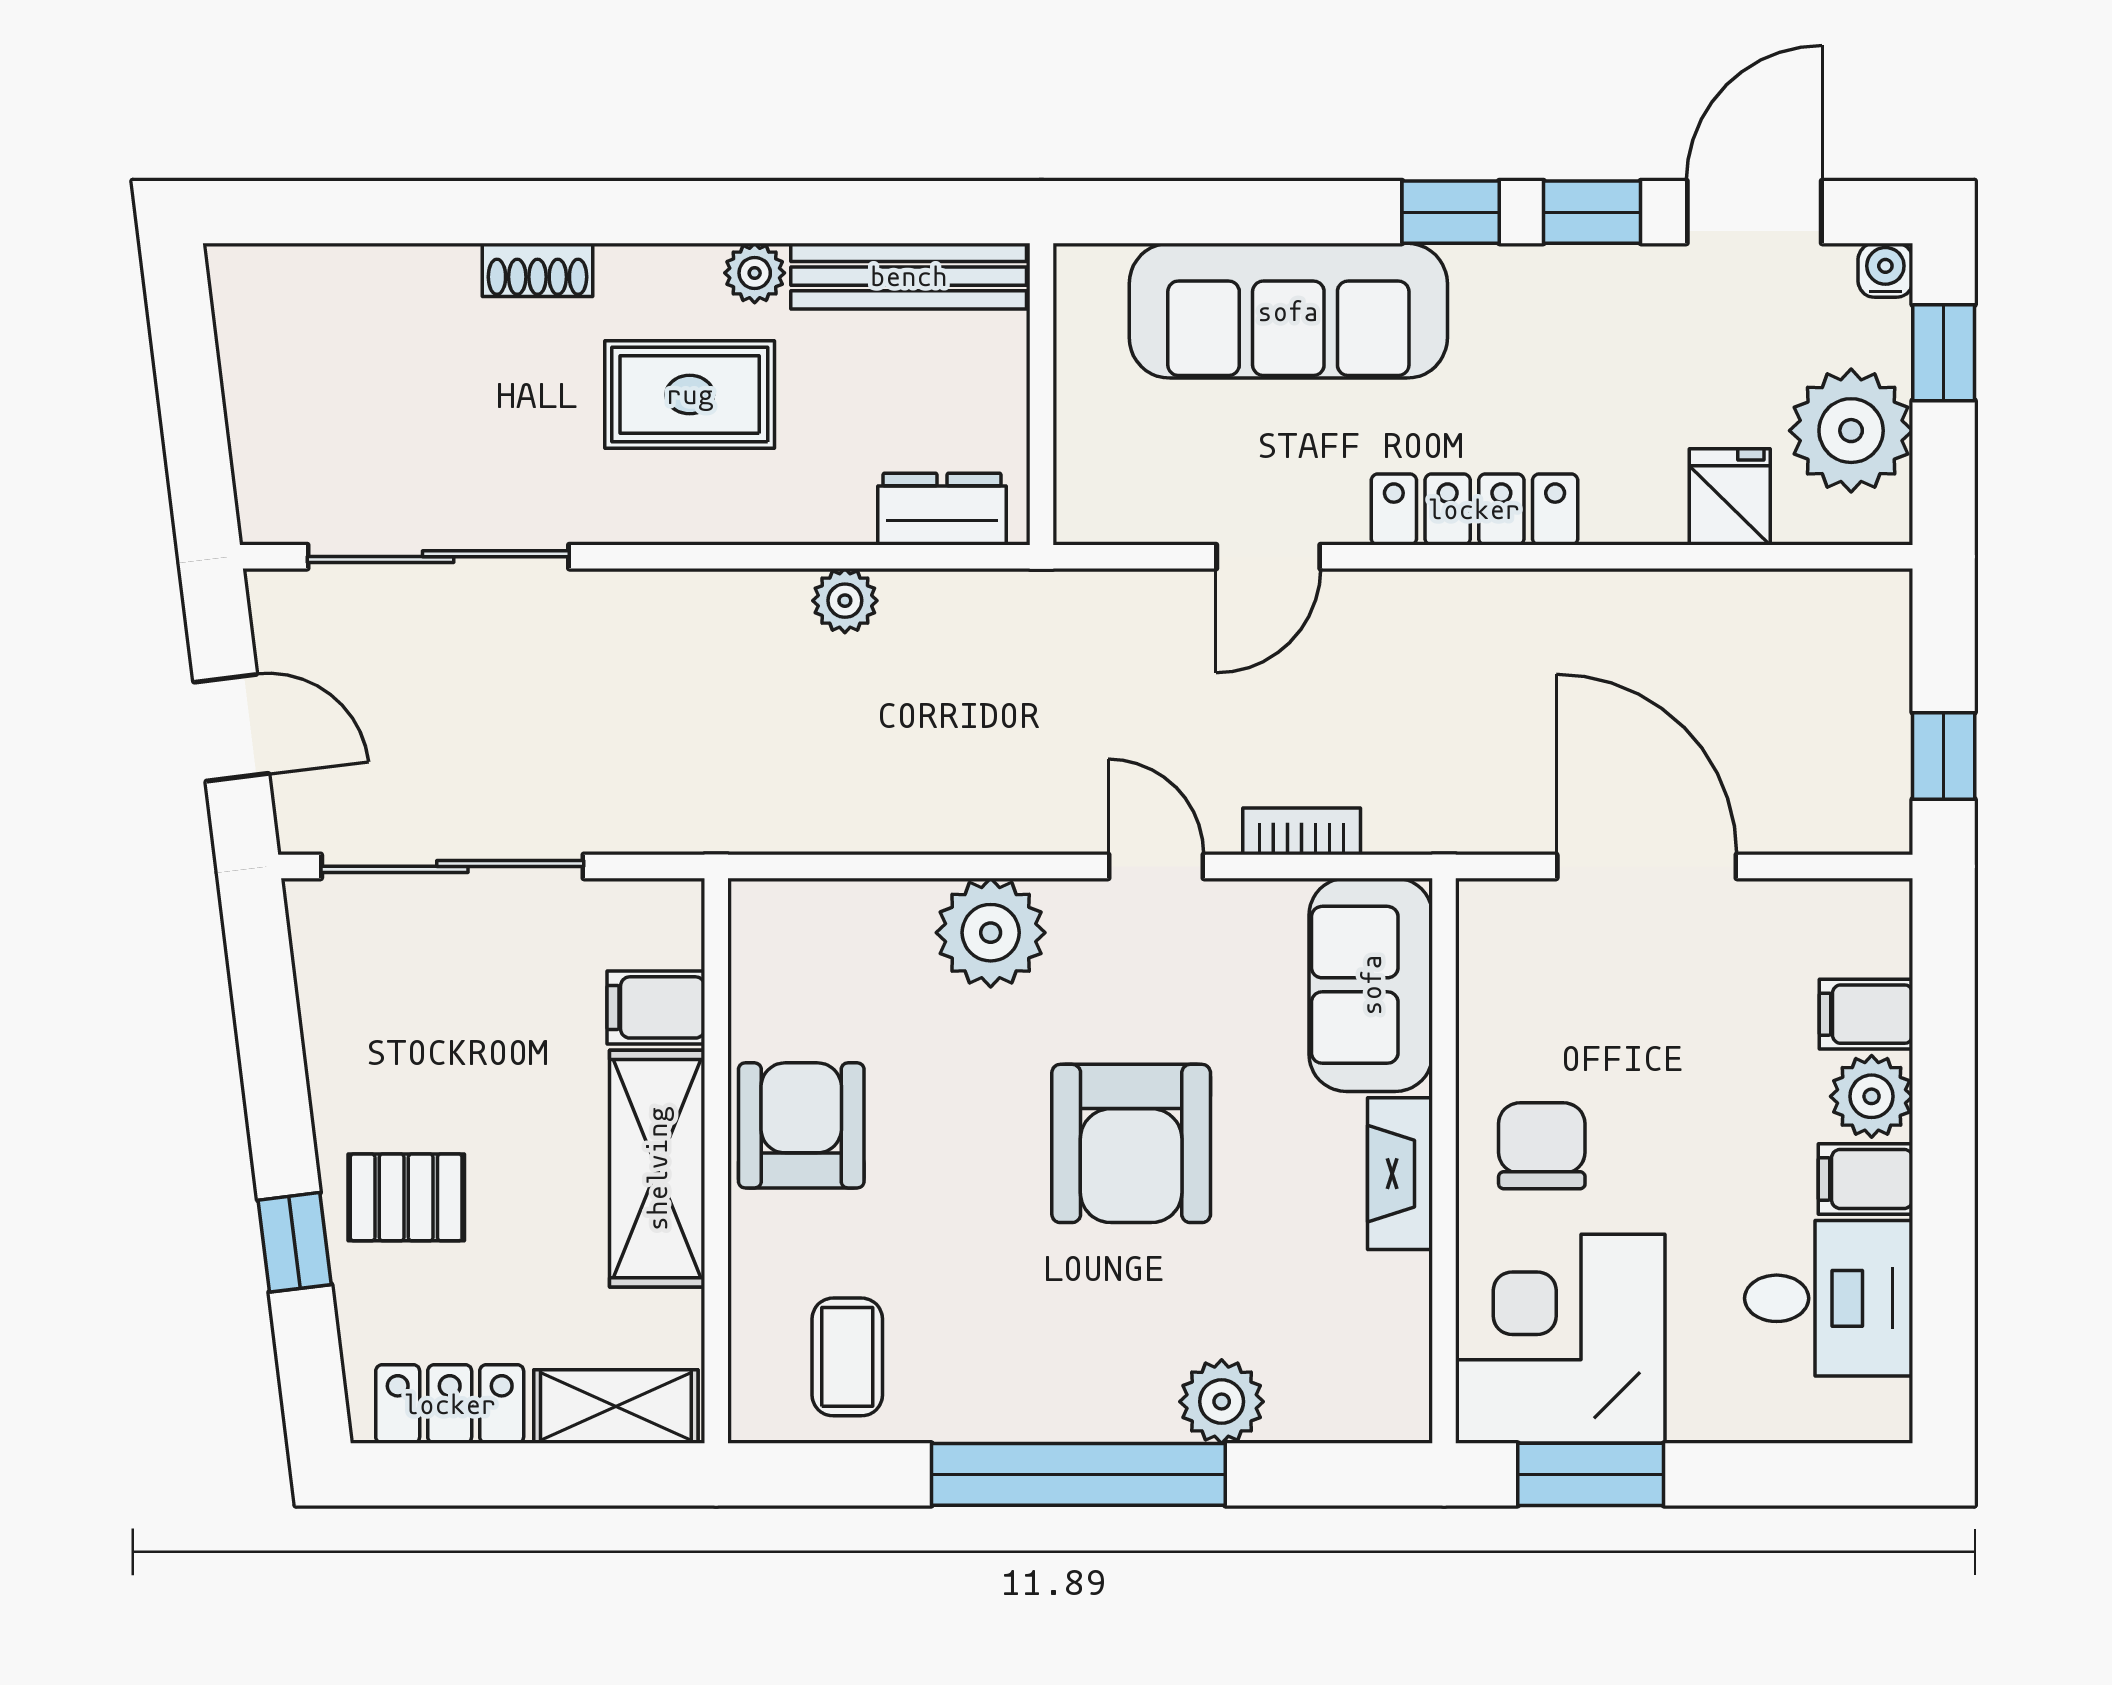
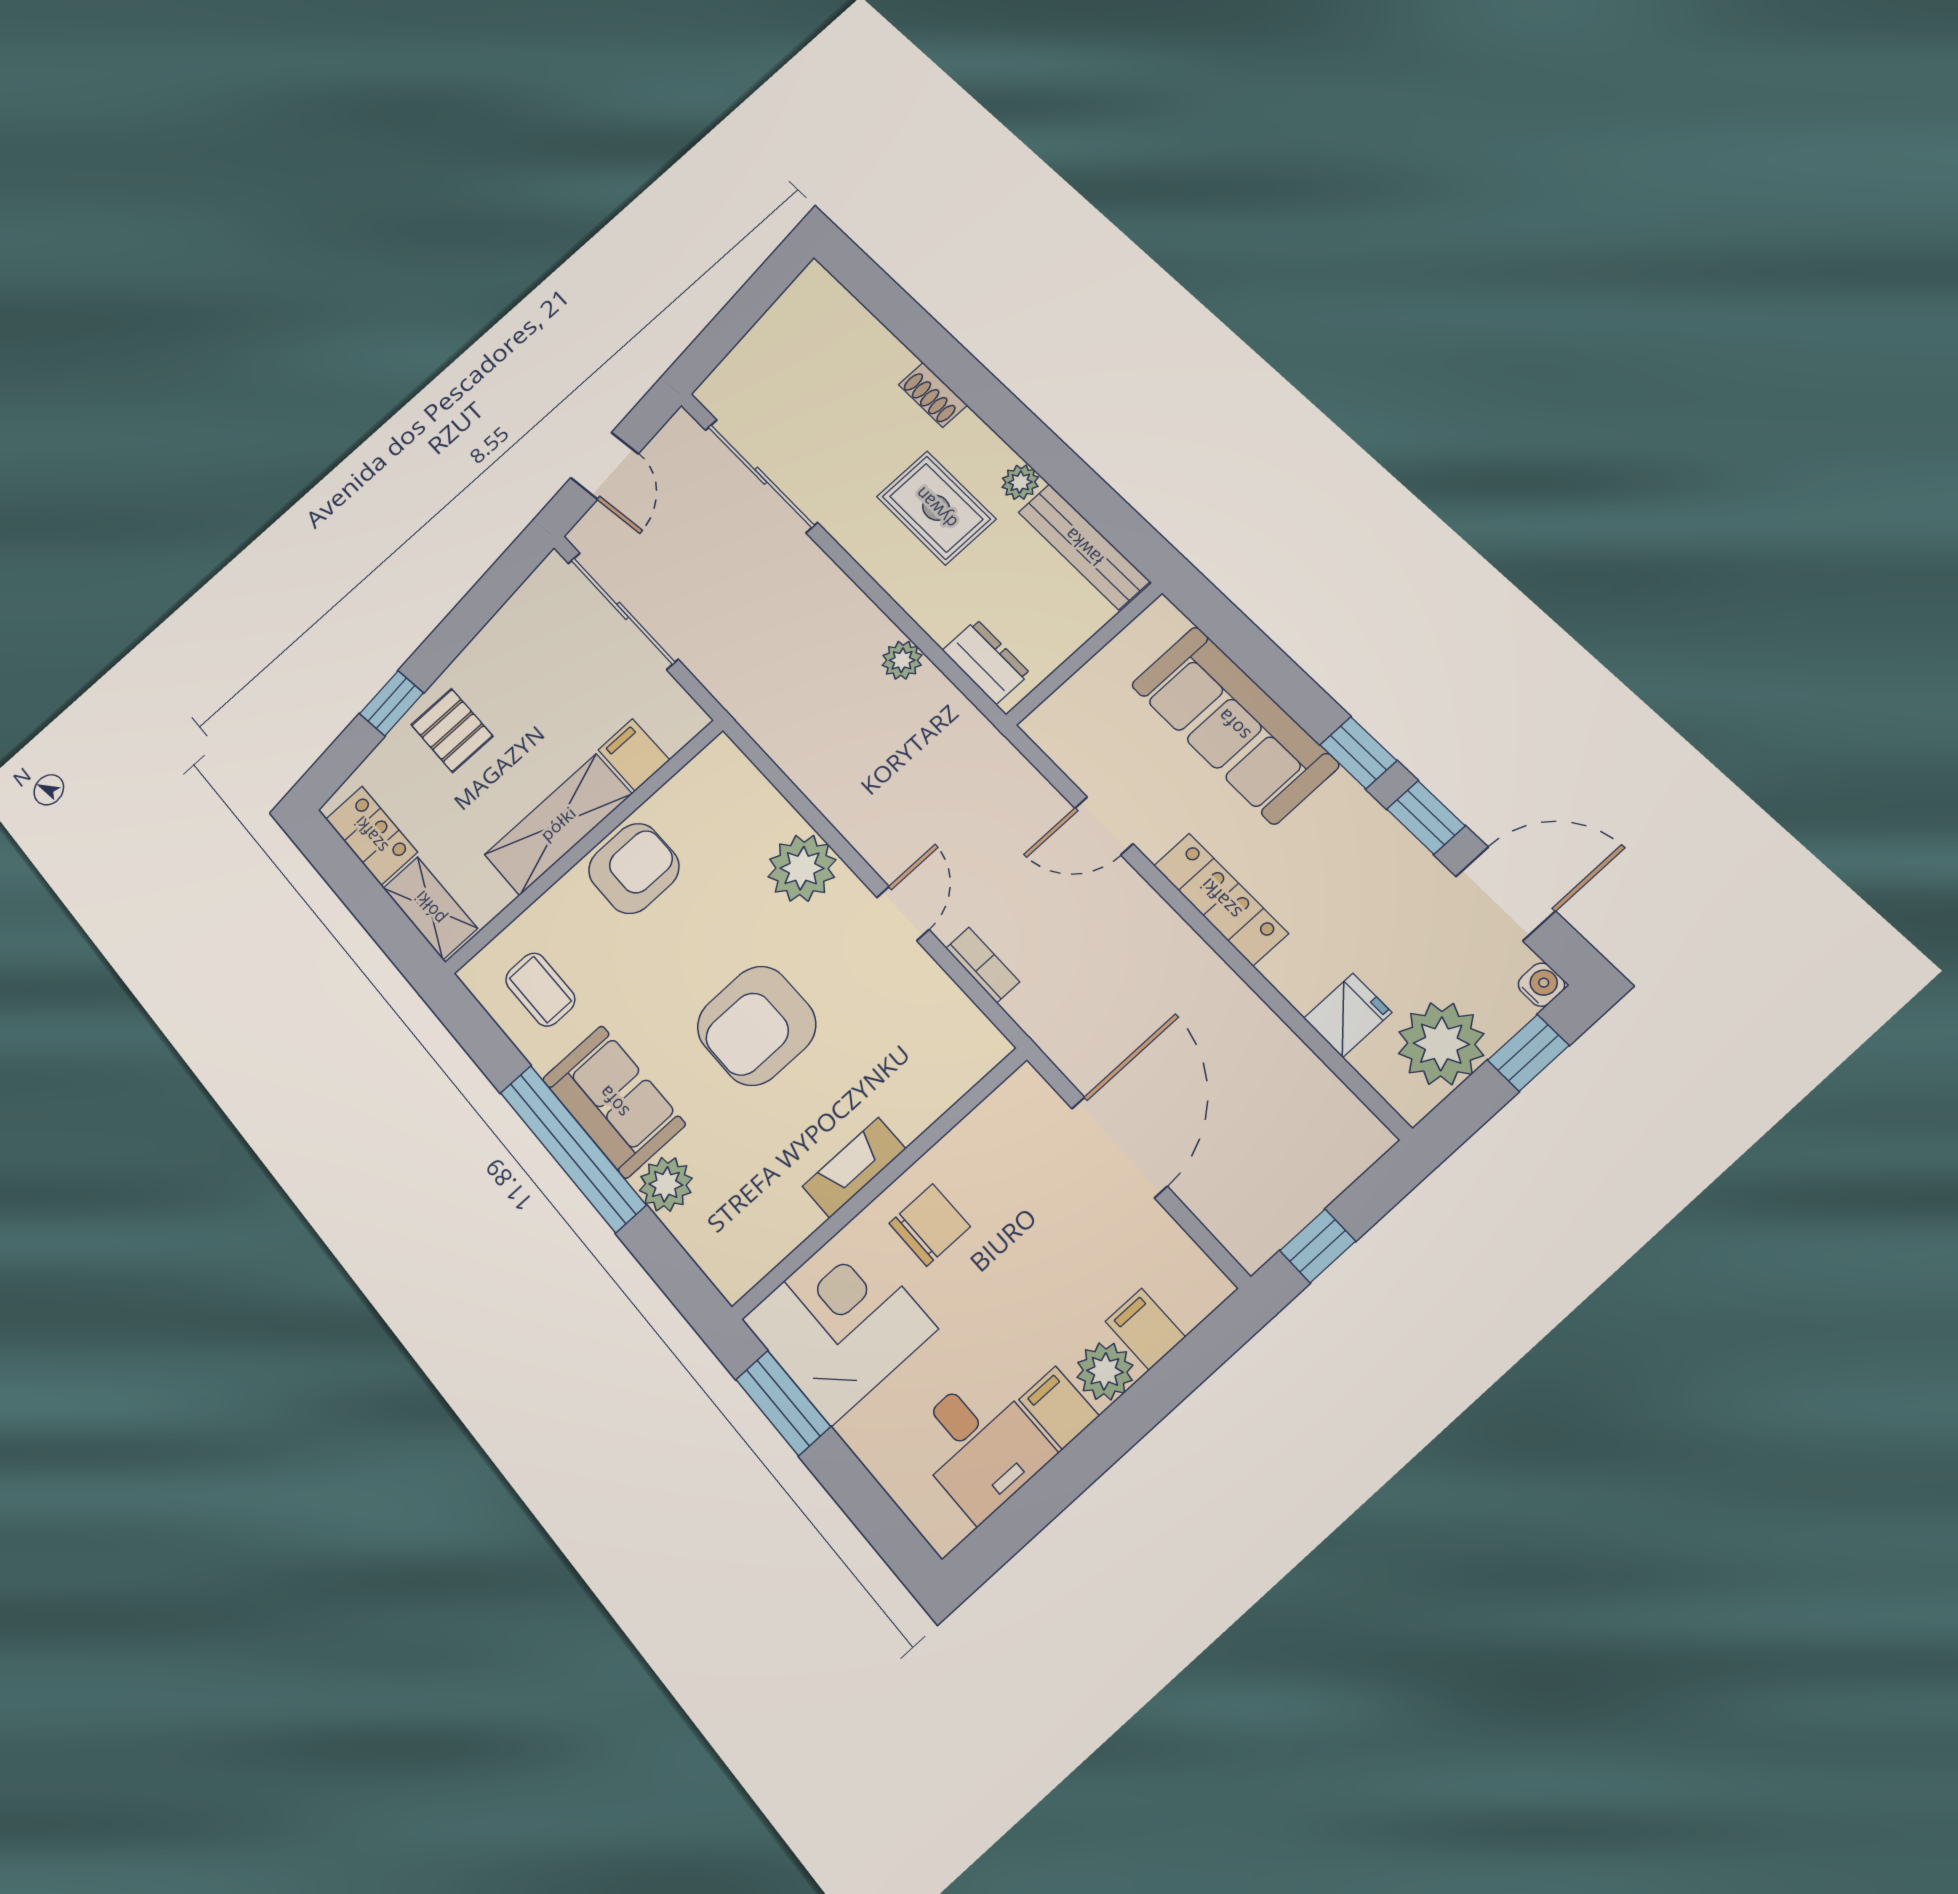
sofa: (1371, 985) -> (614, 1102), moved, turned 90
coffee table: (847, 1357) -> (540, 990), turned 90

